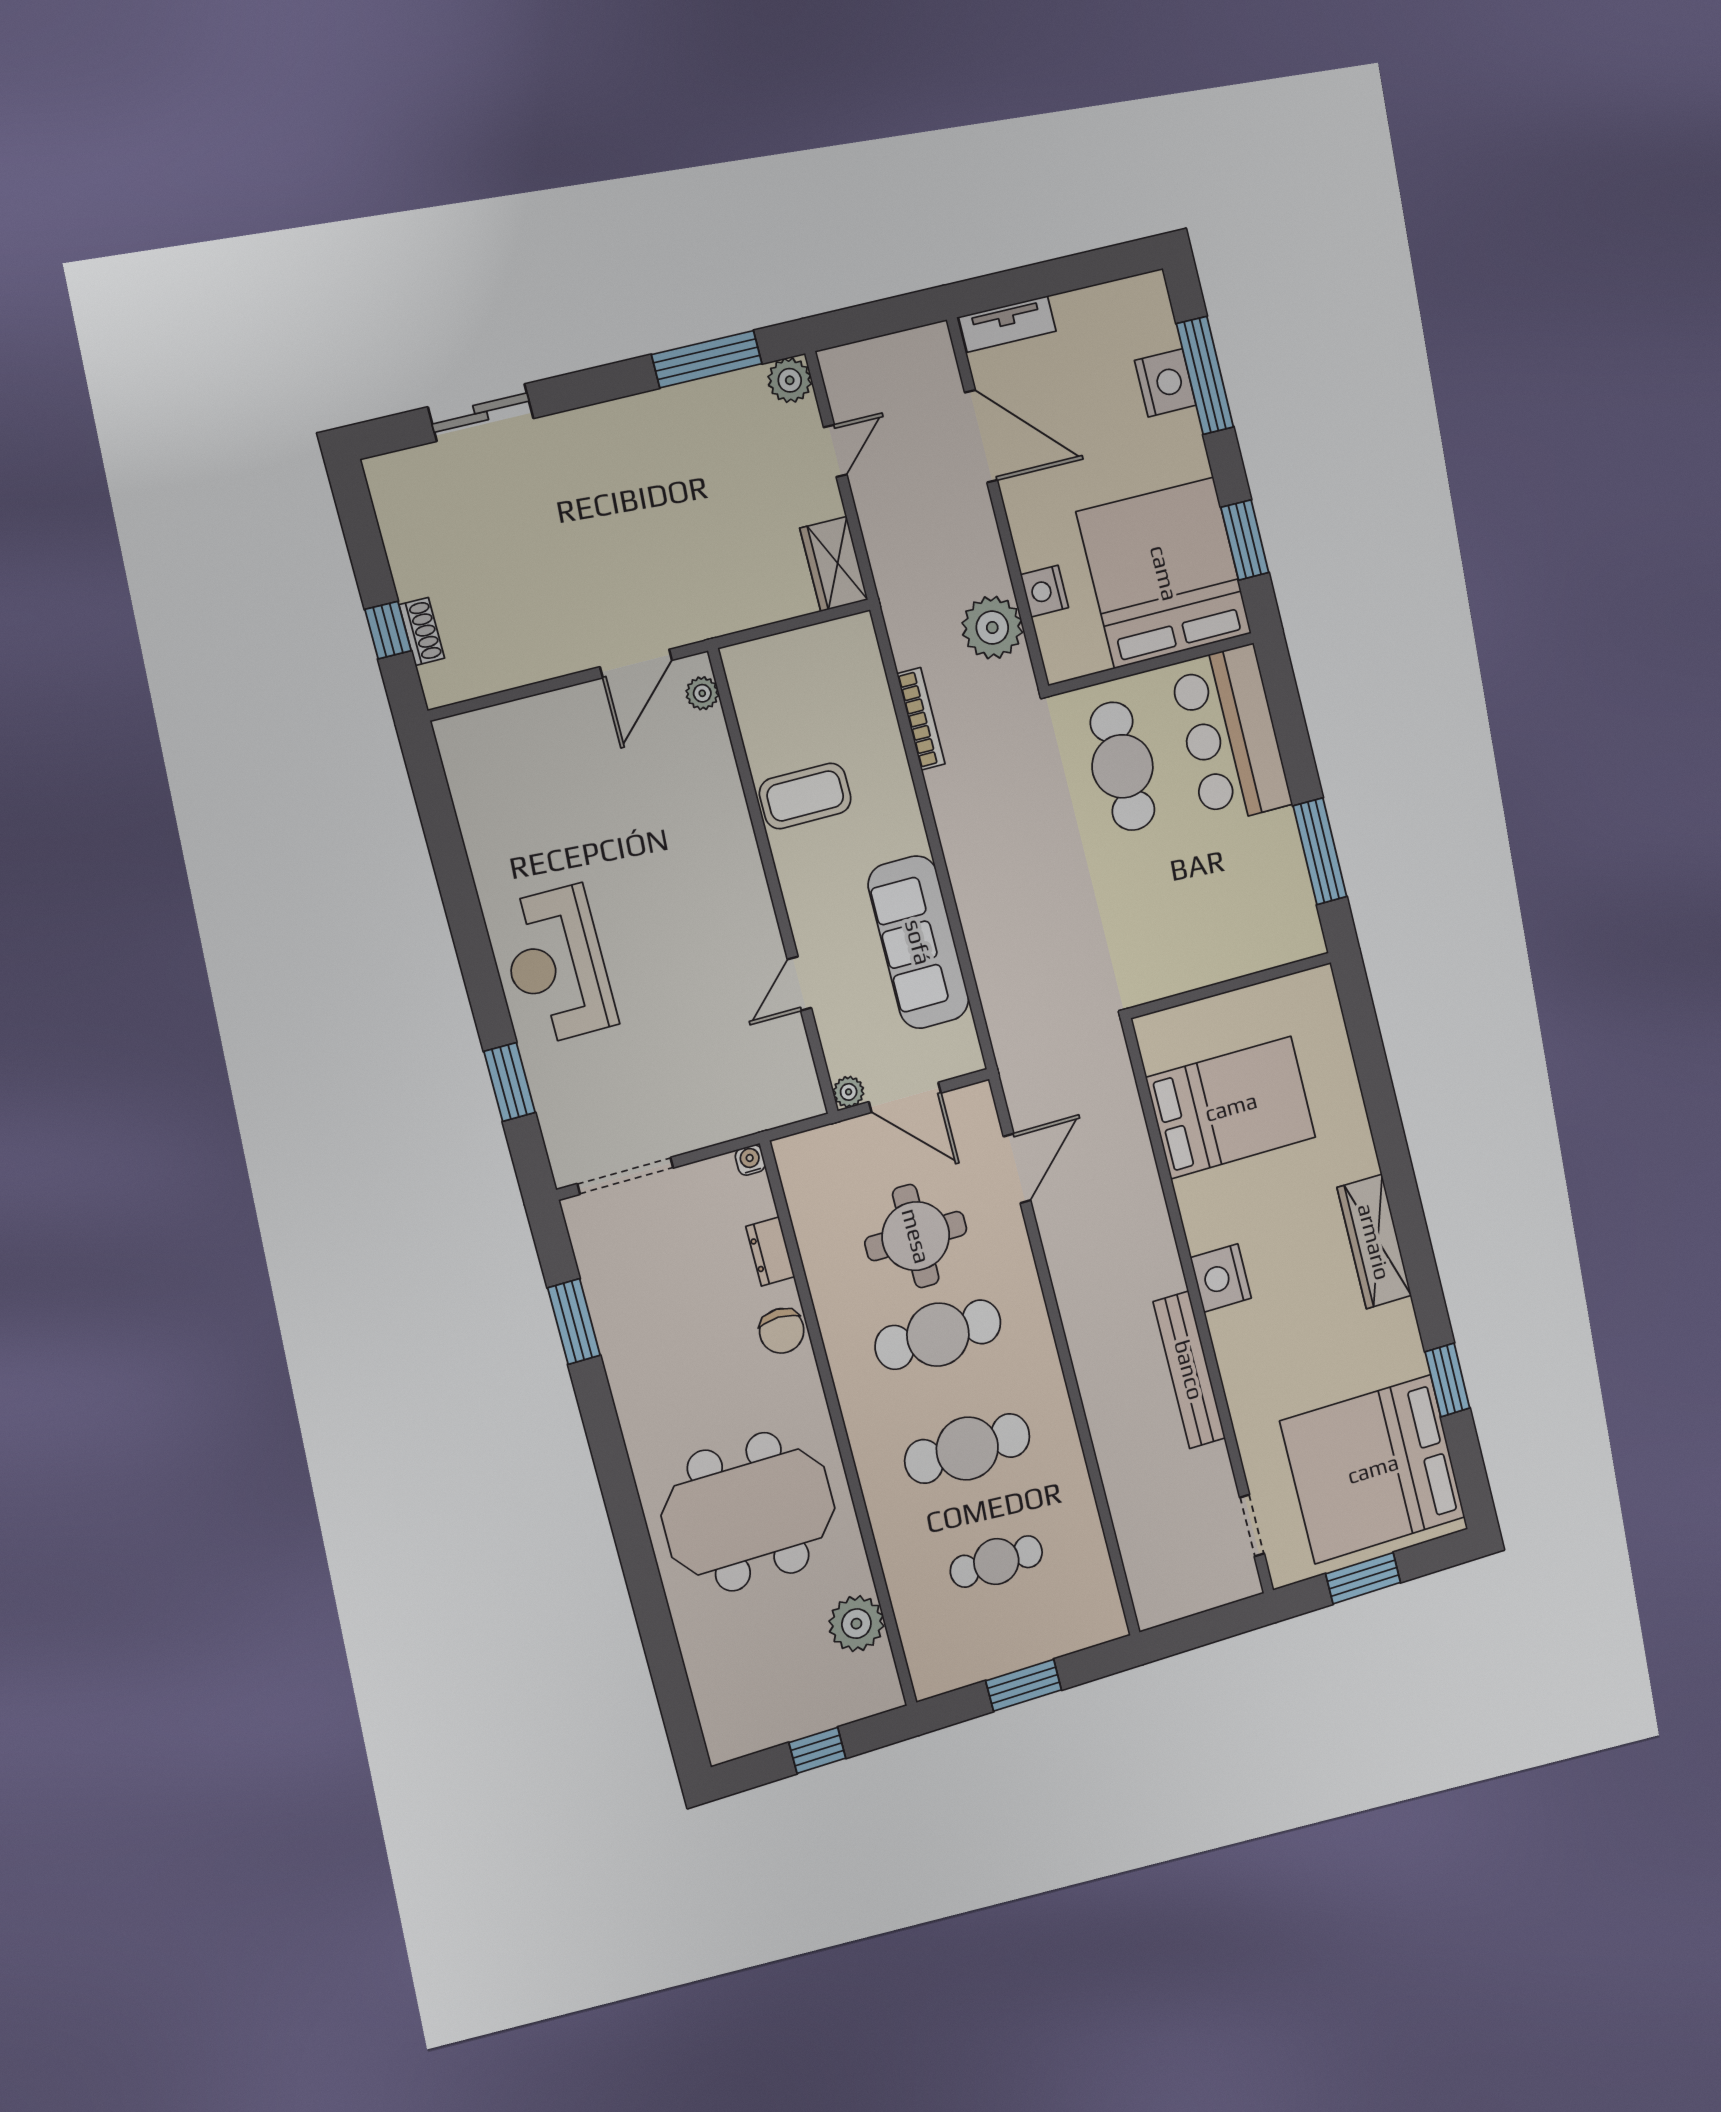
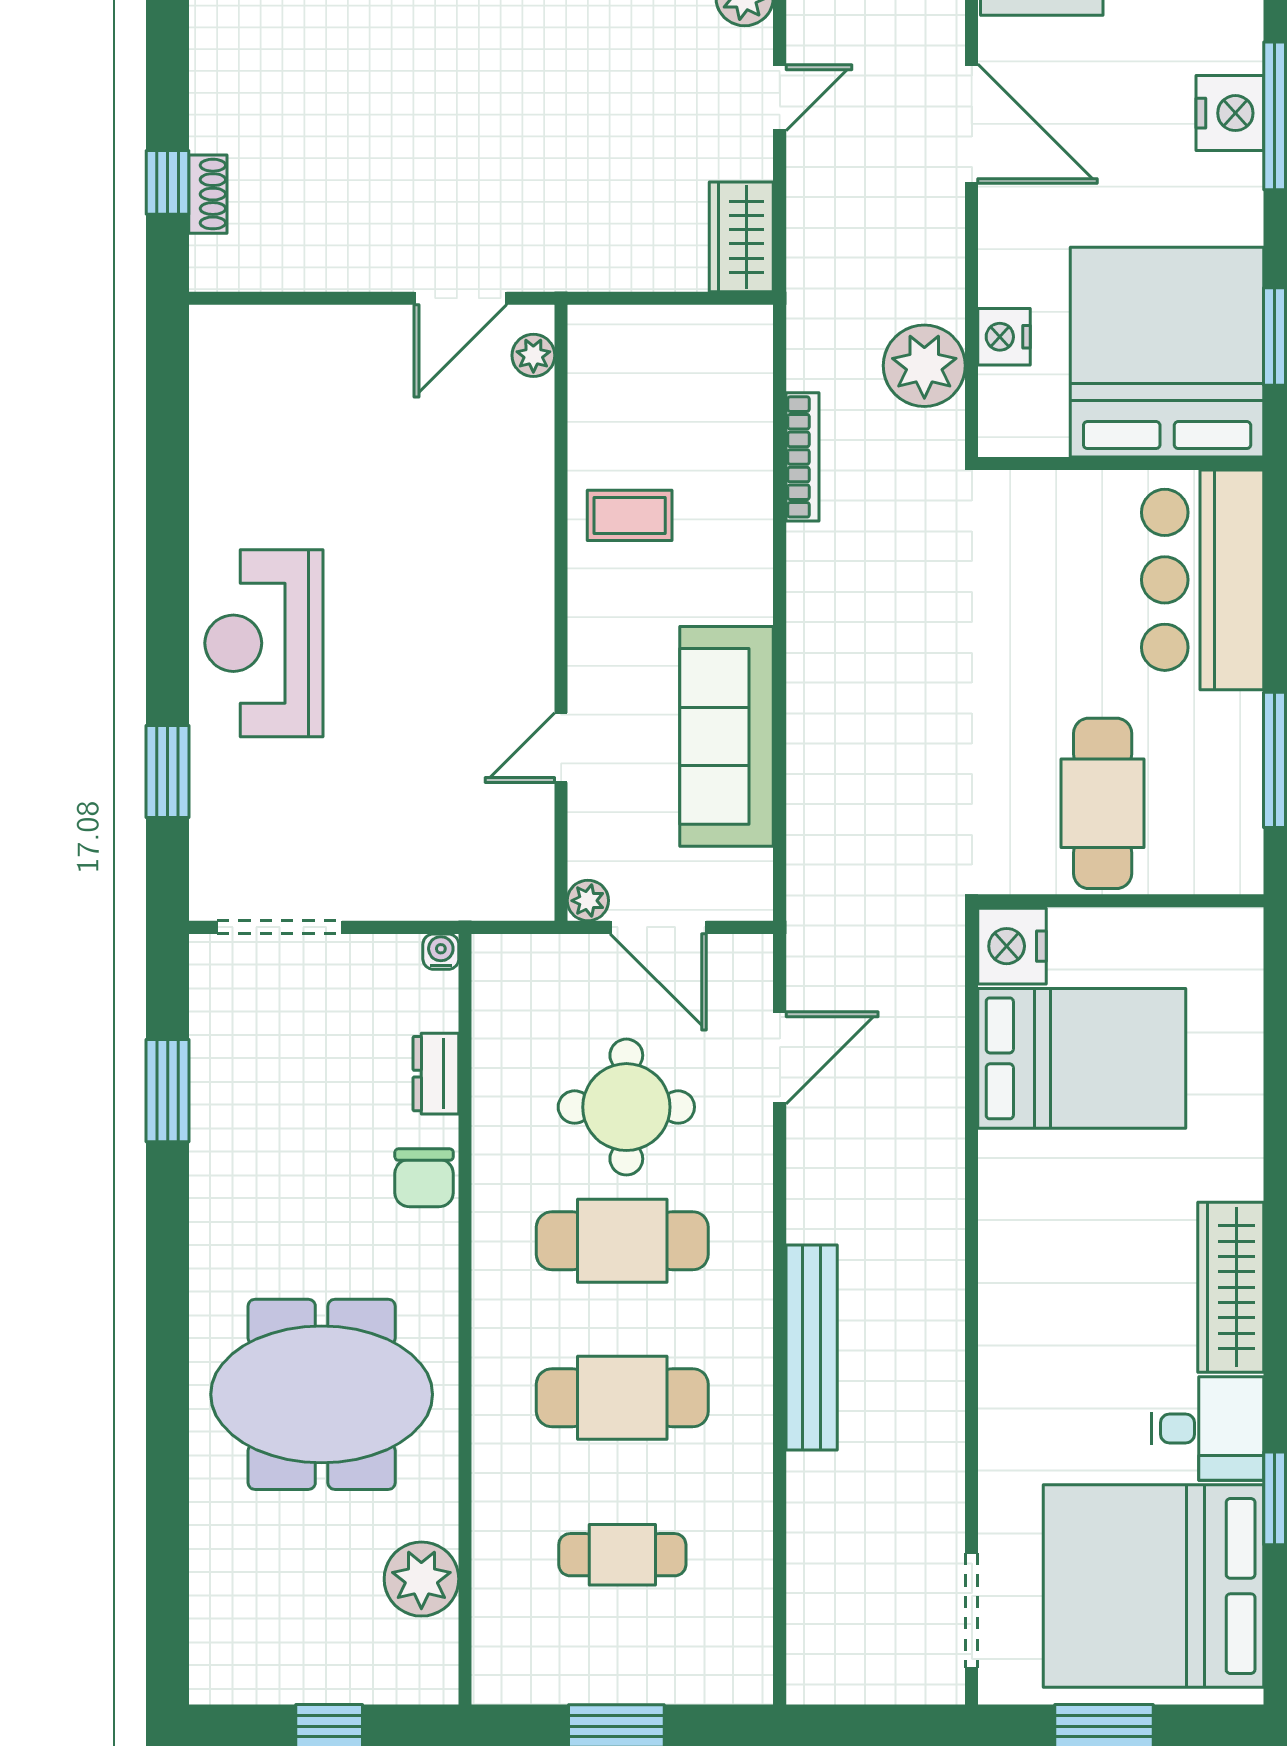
cafe table: (1122, 766) -> (1103, 803), moved
coffee table: (805, 796) -> (630, 515), width x0.73, depth x0.77
nightstand: (1221, 1278) -> (1012, 946), moved
desk: (1383, 1347) -> (1208, 1428), added
bench: (1189, 1370) -> (812, 1348), moved
doorway: (1252, 1525) -> (972, 1611), width x1.38

